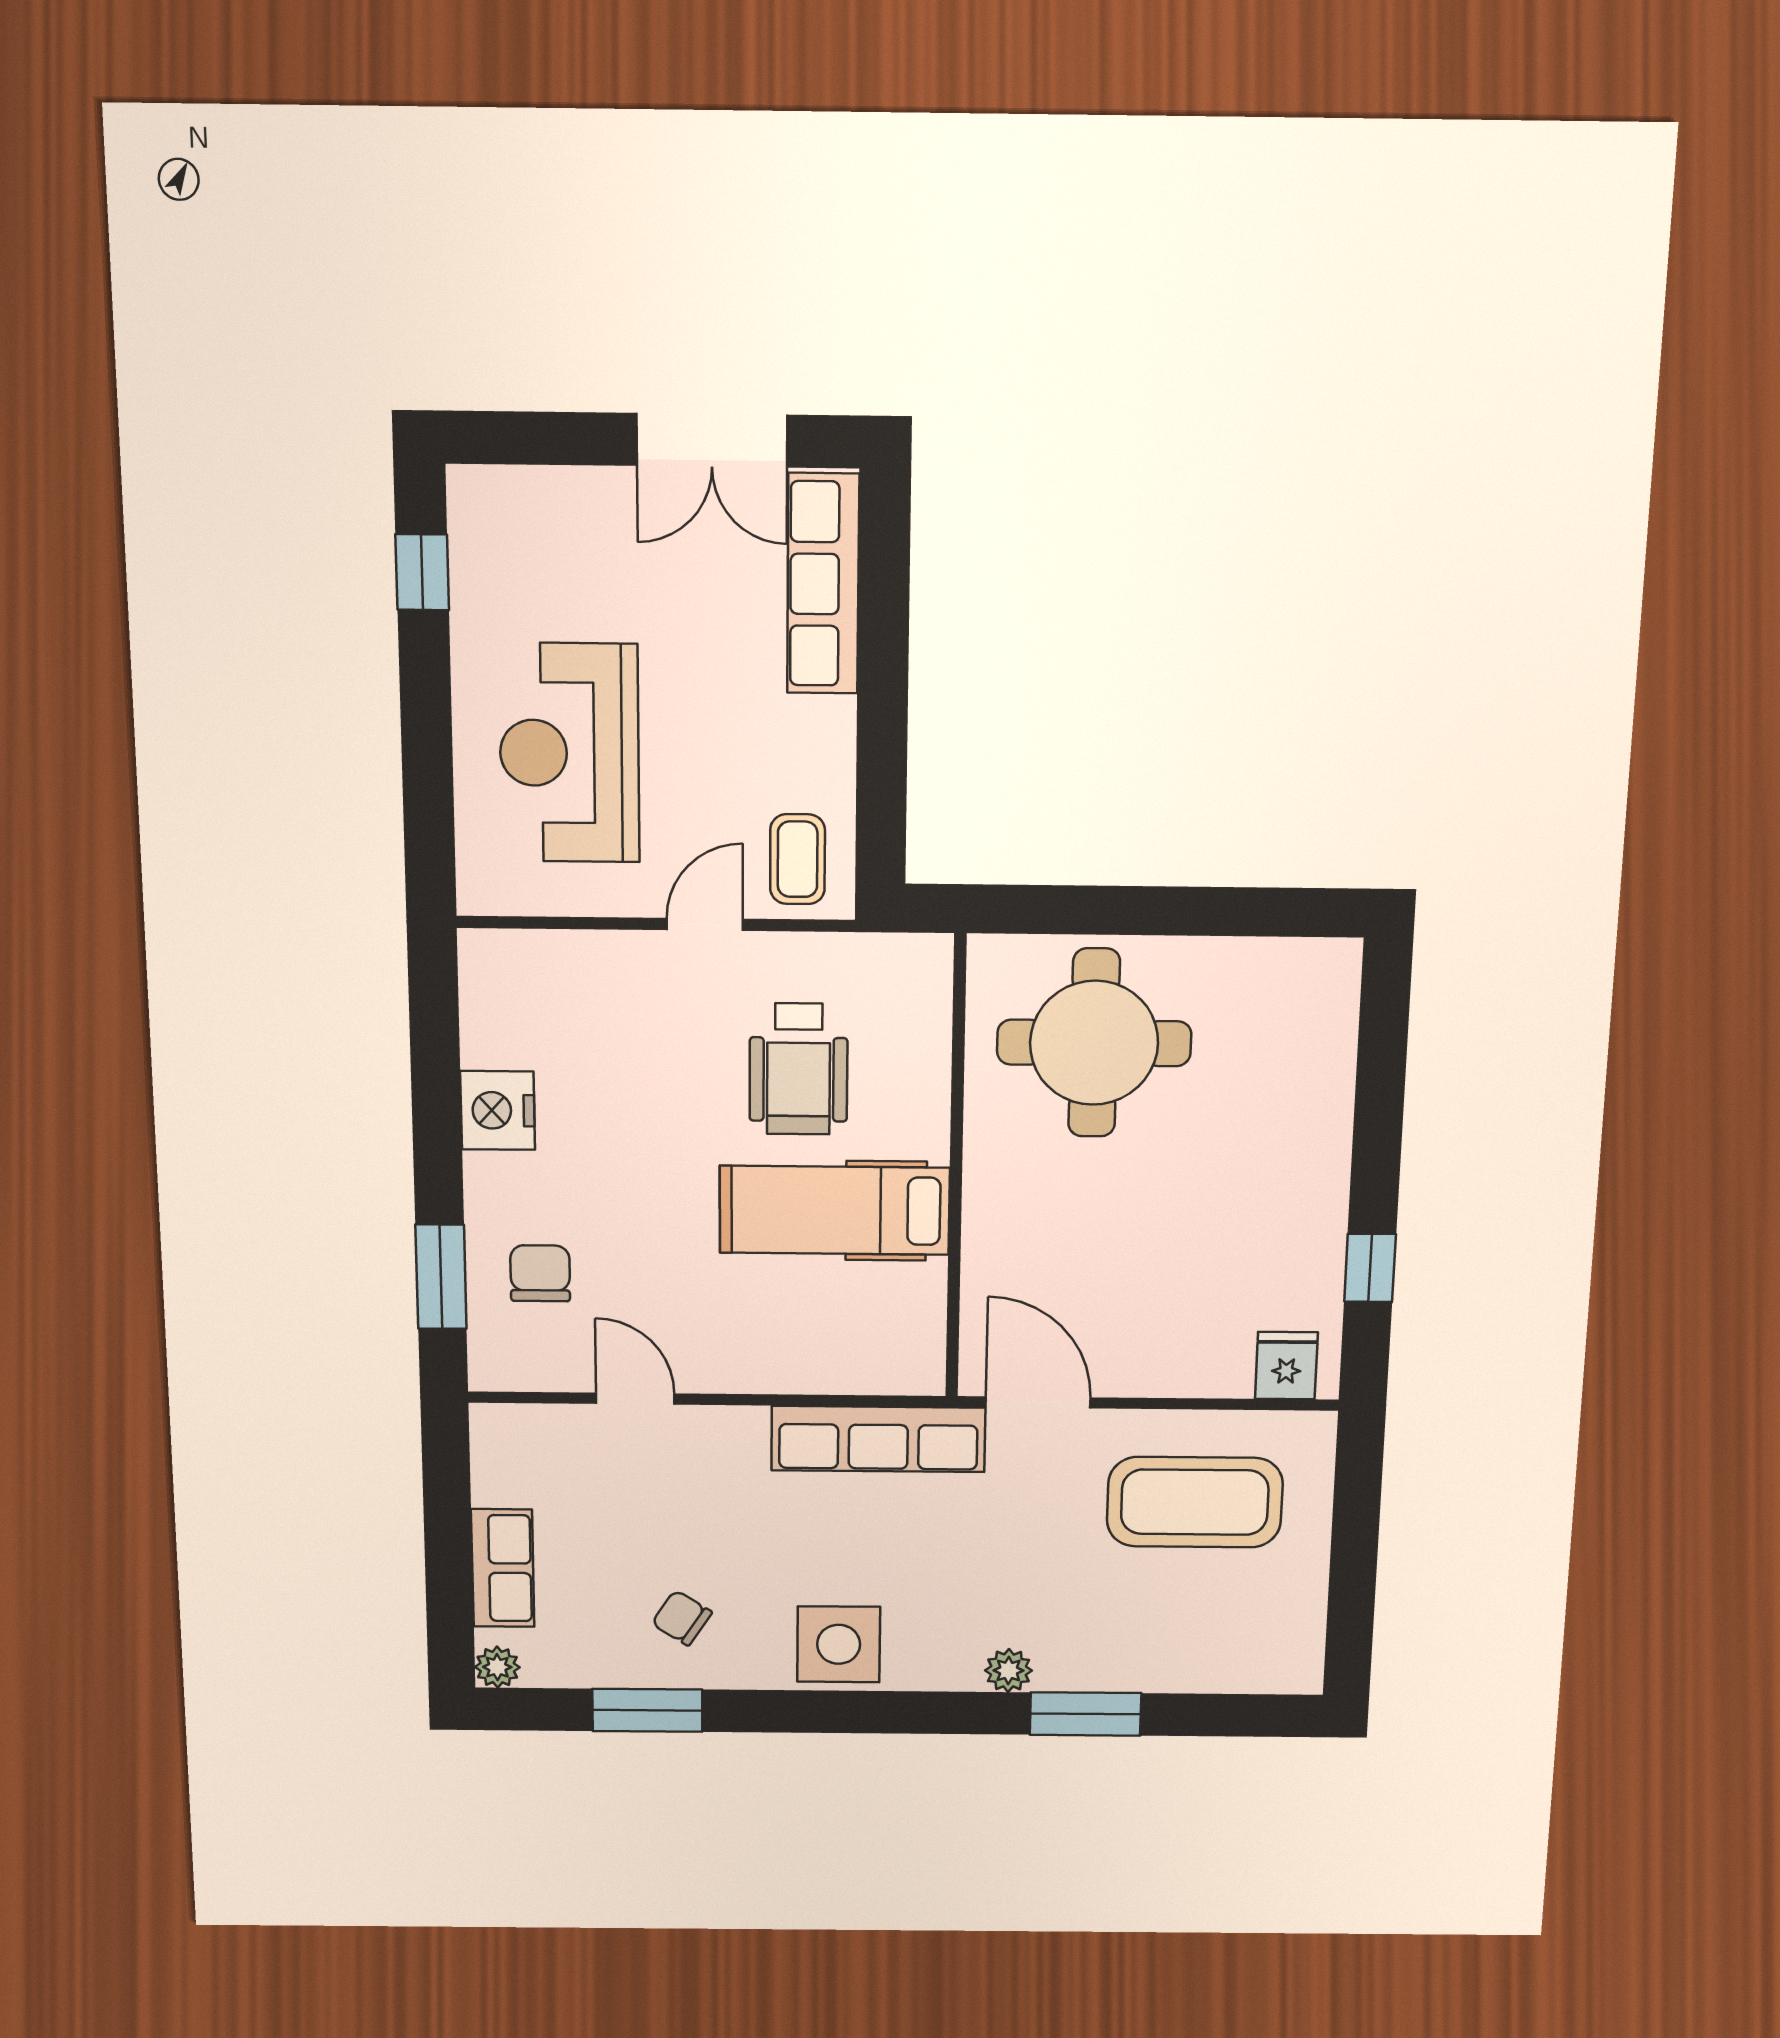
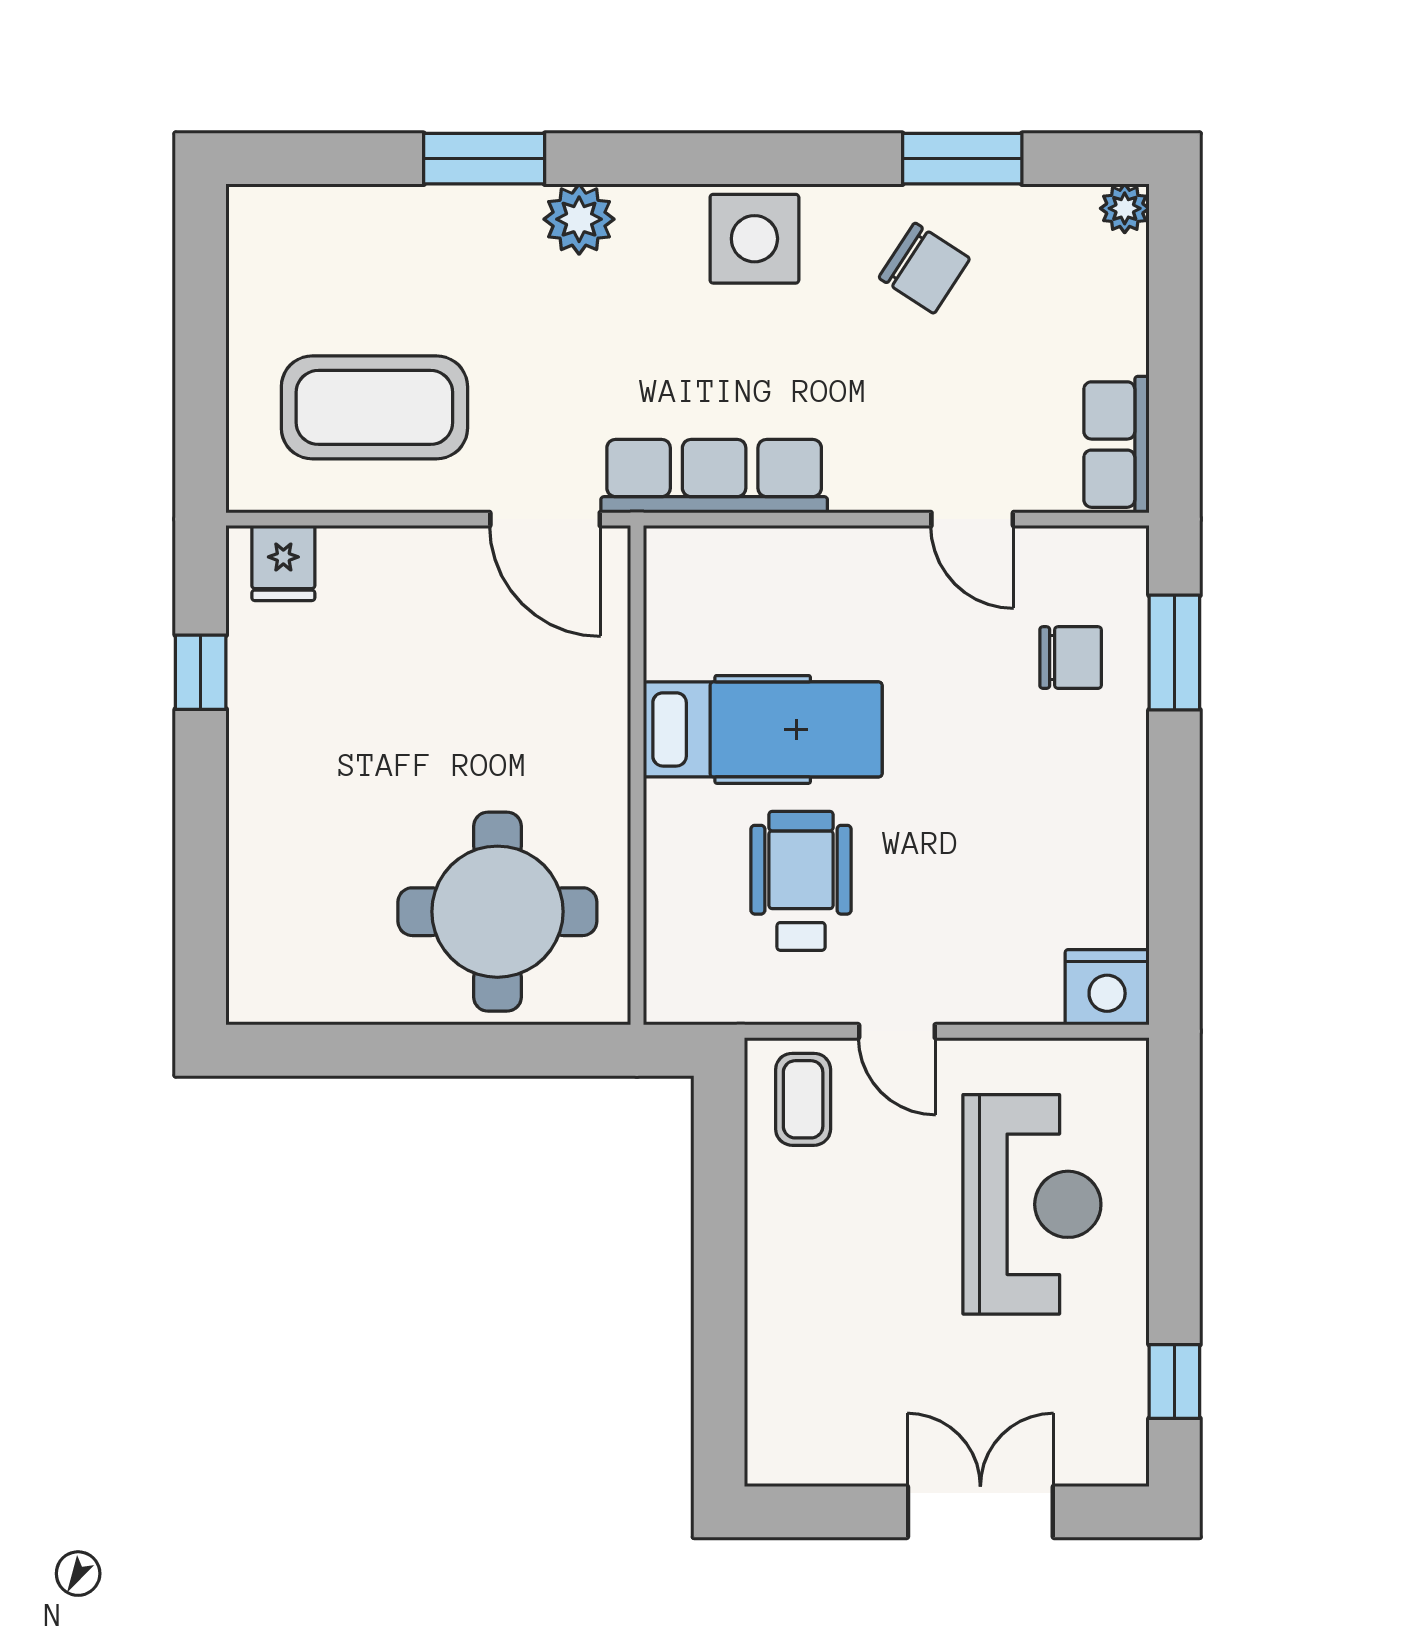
double door: (712, 440) -> (980, 1512), moved
row of seats: (823, 584) -> (779, 1375), removed
door: (705, 924) -> (897, 1031), hinge flipped
nightstand: (498, 1110) -> (1107, 987), moved, turned 90
chair: (540, 1273) -> (1071, 658), turned -90
row of seats: (503, 1568) -> (1117, 445), moved
chair: (682, 1618) -> (924, 268), width x1.37, depth x1.37
plant: (1009, 1670) -> (579, 219), width x1.38, depth x1.38

